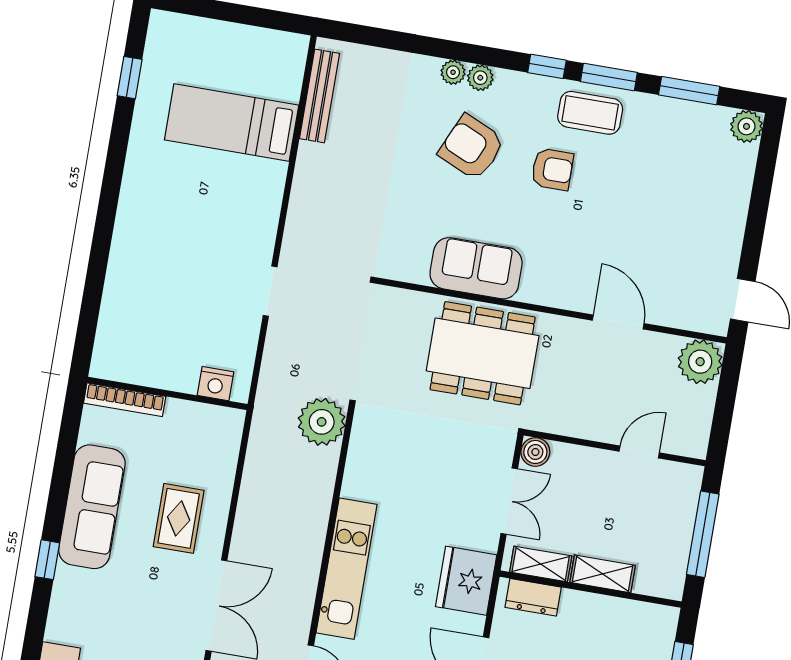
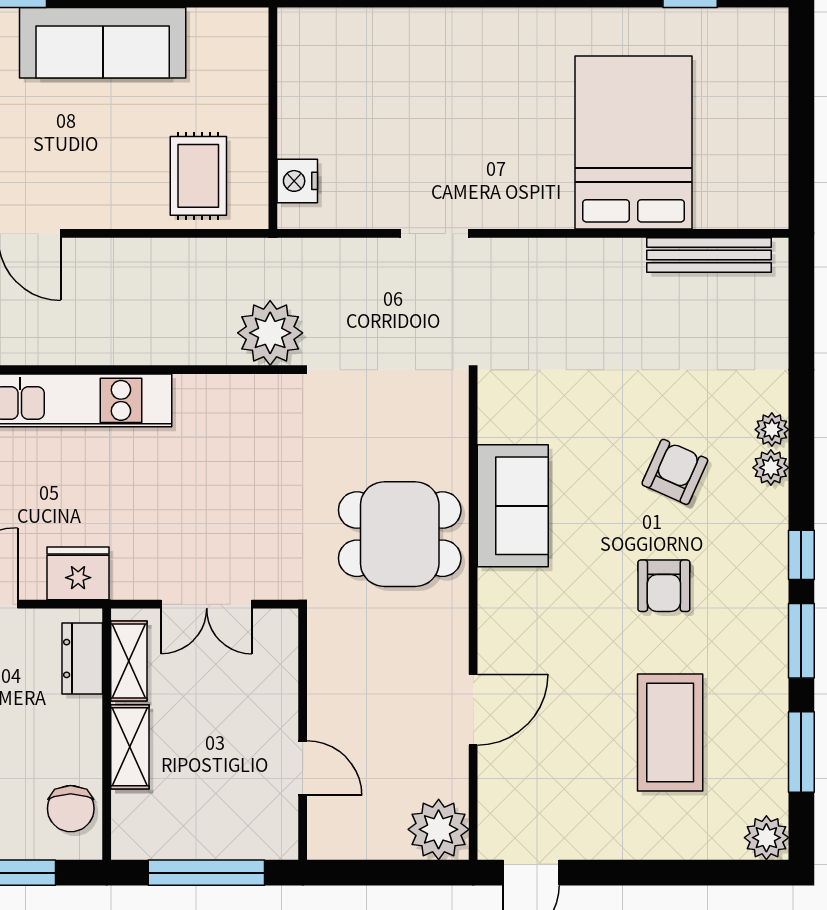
coffee table: (590, 113) -> (670, 733), moved, width x1.36, depth x1.32
bed: (232, 123) -> (634, 142), width x1.50
armchair: (472, 147) -> (675, 472), width x0.72, depth x0.72
dining table: (483, 353) -> (400, 534), width x0.73
bookcase: (125, 400) -> (255, 62), removed
boiler: (535, 452) -> (279, 628), removed
rug: (179, 518) -> (198, 176), moved, turned 90
fridge: (466, 581) -> (78, 573), width x0.73, depth x0.75
chair: (640, 624) -> (71, 809), added

